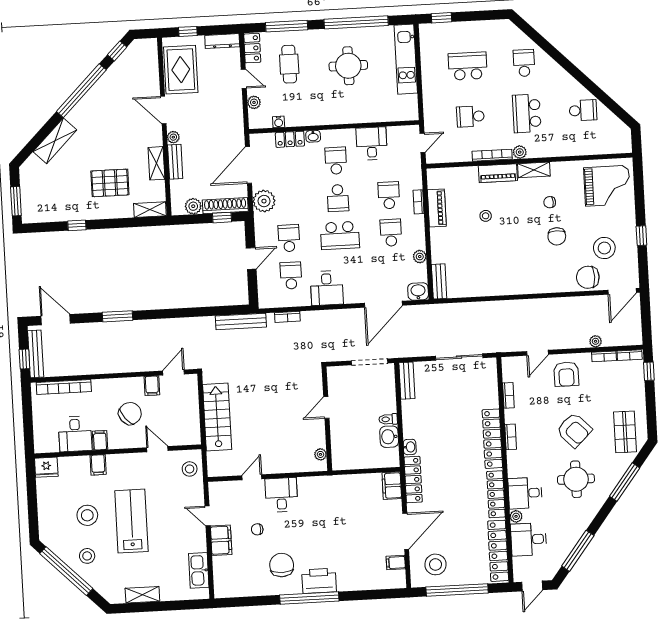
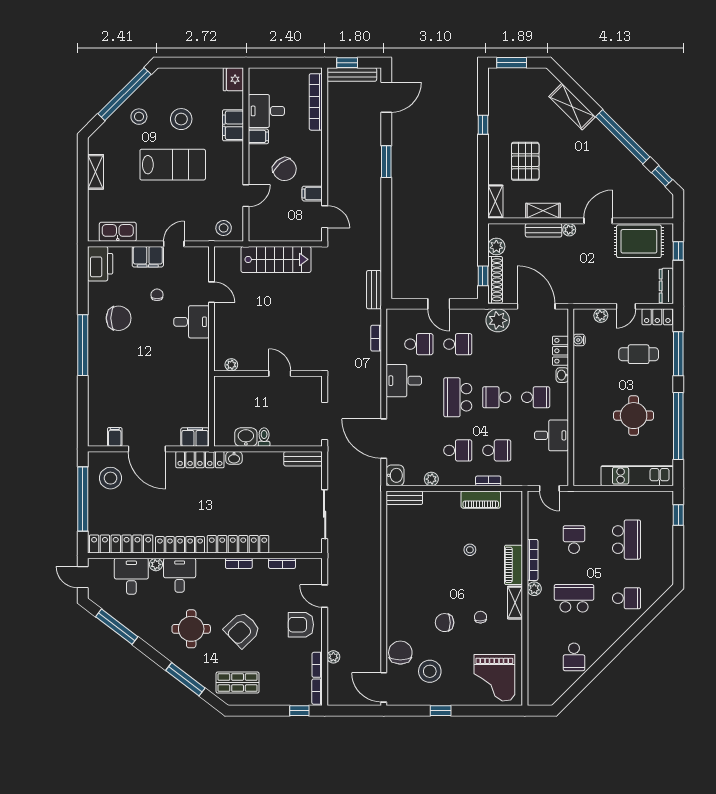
bench: (241, 321) -> (374, 290), width x0.73
filing cabinet: (98, 465) -> (233, 125), width x2.00
printer: (319, 581) -> (100, 264), moved

